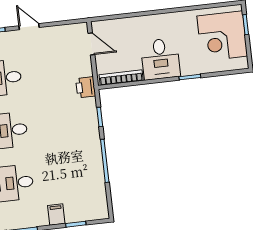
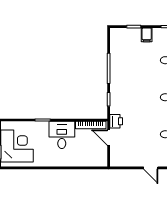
door: (91, 44) -> (109, 138), moved

